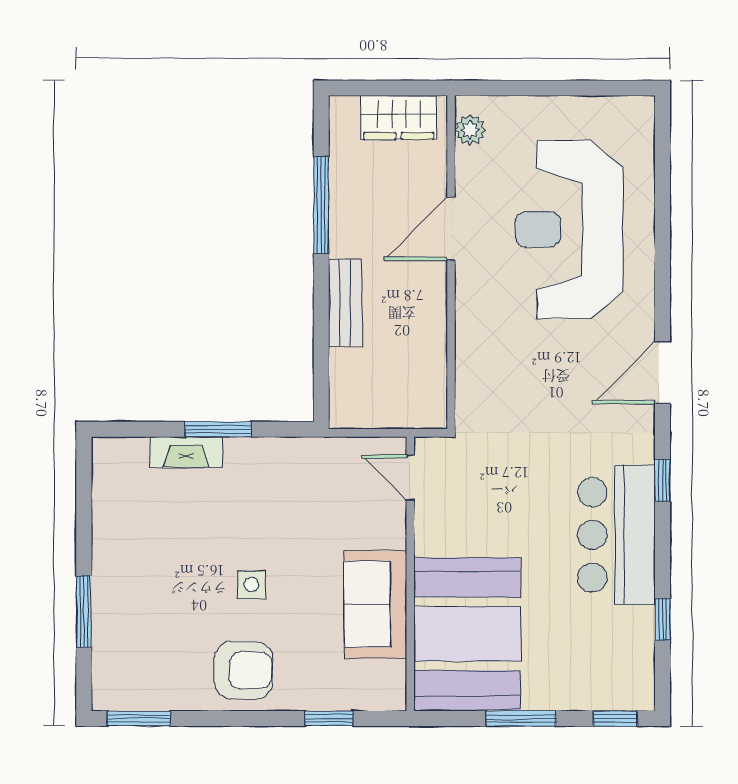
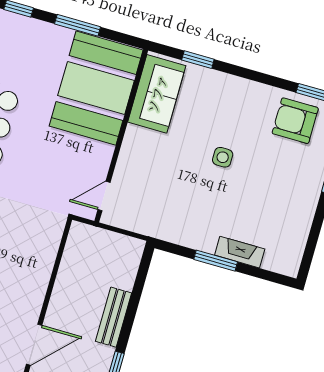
door: (410, 478) -> (104, 196), swing flipped
sofa: (375, 604) -> (157, 94), moved
armchair: (243, 670) -> (295, 121), moved

